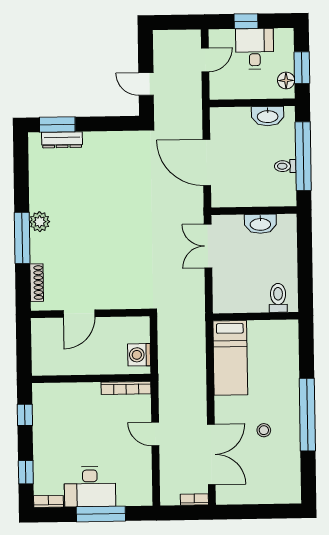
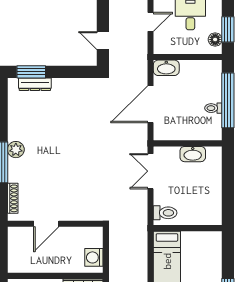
washbasin: (268, 116) -> (166, 68), moved
door: (207, 162) -> (150, 104), hinge flipped
toilet: (278, 298) -> (165, 213), moved, turned 90

